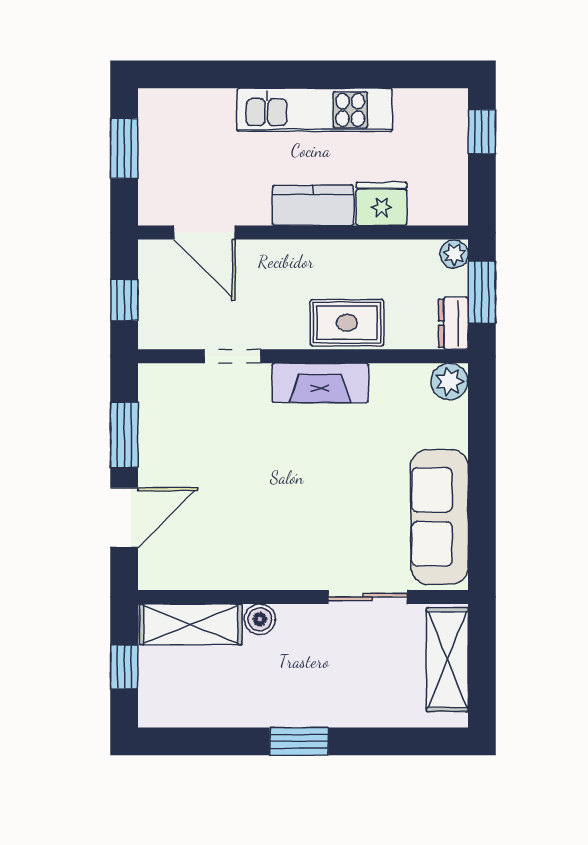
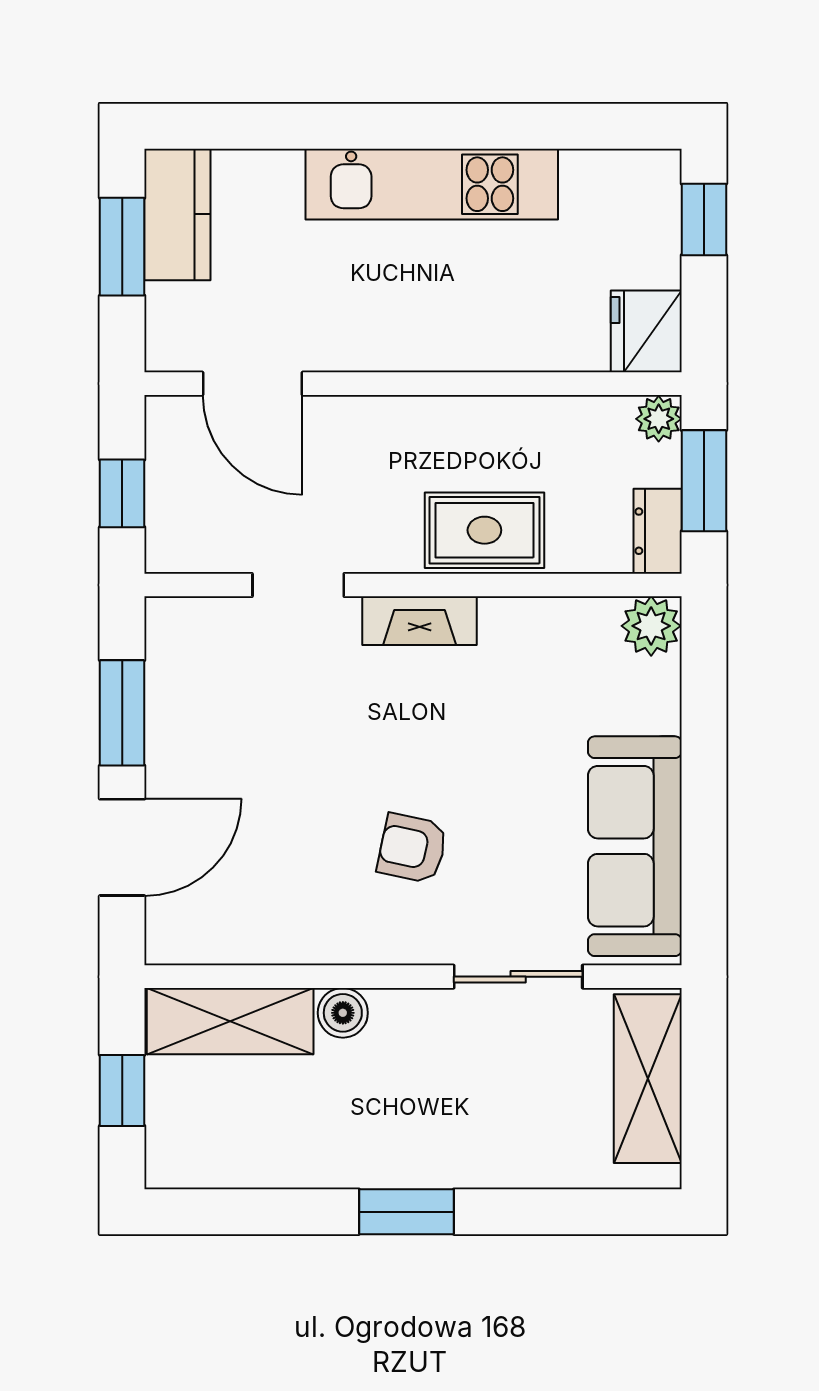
fridge: (381, 204) -> (646, 331), moved, turned -90
kitchen counter: (313, 205) -> (177, 214), moved, turned 90
fireplace: (320, 383) -> (420, 621), width x0.73, depth x0.76
armchair: (303, 518) -> (412, 848), added

